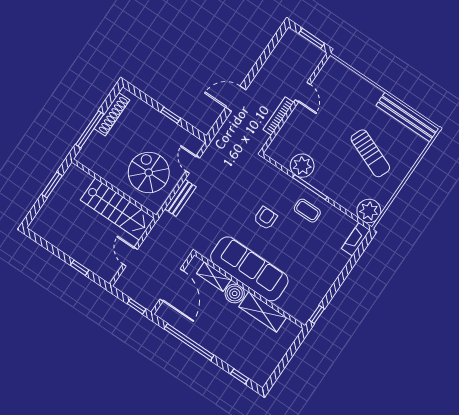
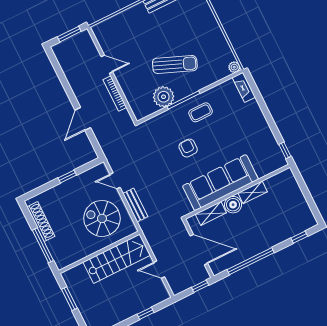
sun lounger: (370, 153) -> (175, 64), moved
plant: (369, 211) -> (234, 67), width x0.53, depth x0.53
shelving: (263, 312) -> (253, 192), width x0.67, depth x0.75

